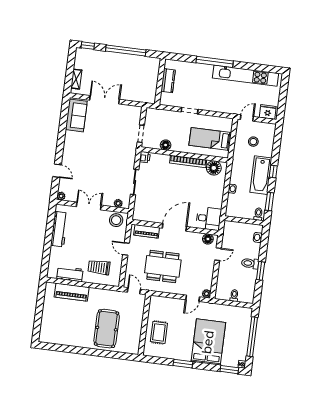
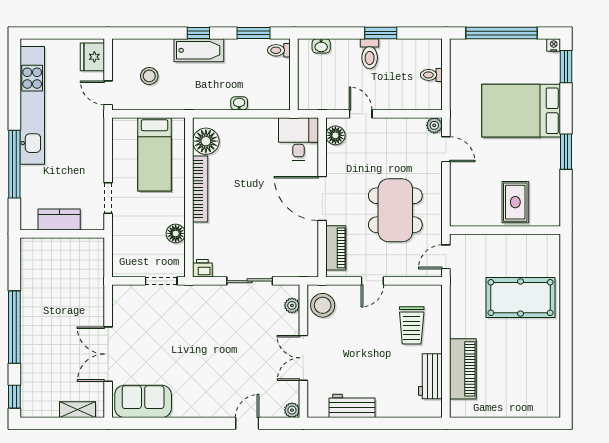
wall: (160, 81) -> (62, 234), moved
kitchen counter: (168, 81) -> (59, 220), moved
bathtub: (261, 175) -> (199, 50), width x0.73, depth x0.73
workbench: (59, 229) -> (352, 406), width x0.73
rug: (159, 332) -> (515, 202), turned 90

